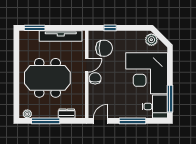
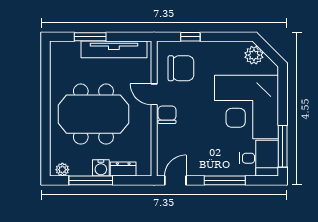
window: (35, 28) -> (90, 37), moved
door: (87, 65) -> (154, 94), swing flipped
water cooler: (52, 113) -> (101, 168), added

